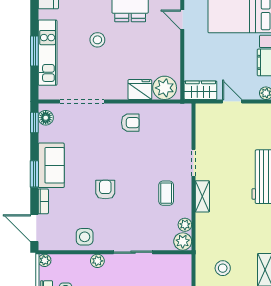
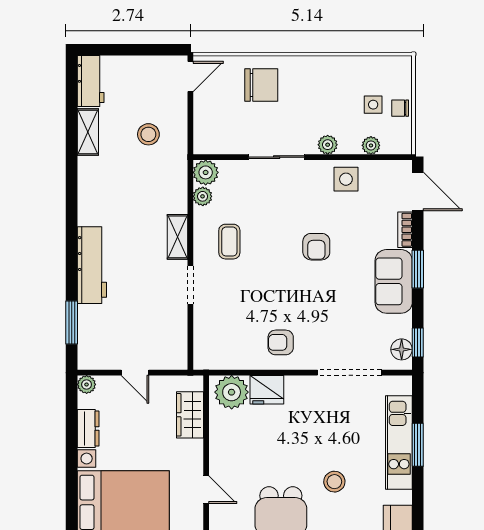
stool: (97, 40) -> (334, 482), moved
wardrobe: (200, 90) -> (190, 415), moved, turned 90
plant: (45, 260) -> (371, 145), moved

